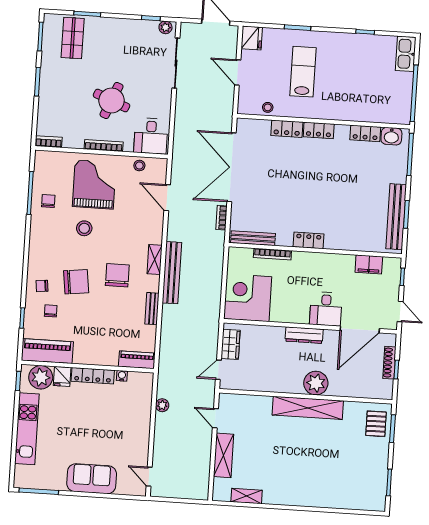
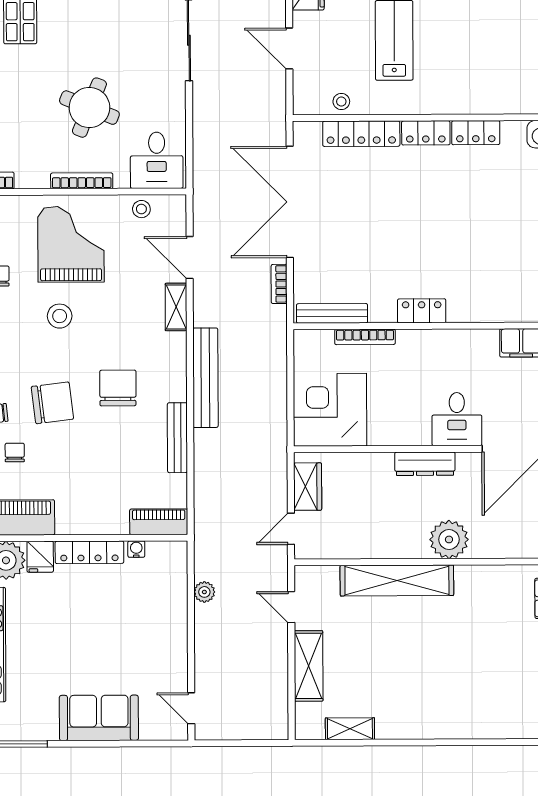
locker: (287, 129) -> (361, 134), width x1.53
locker: (365, 133) -> (476, 133), moved
shelving: (155, 259) -> (176, 307), moved
bench: (152, 309) -> (177, 438), width x1.36
shelving: (308, 408) -> (397, 580), moved

